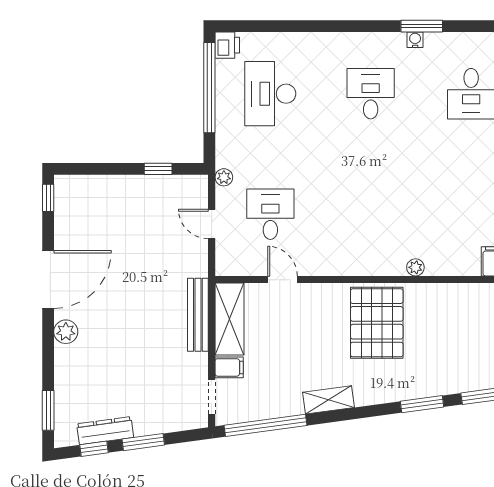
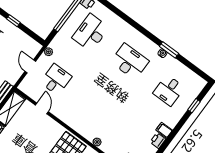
desk: (371, 94) -> (130, 61), width x1.37
window: (158, 169) -> (13, 21), moved

